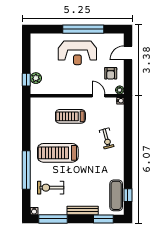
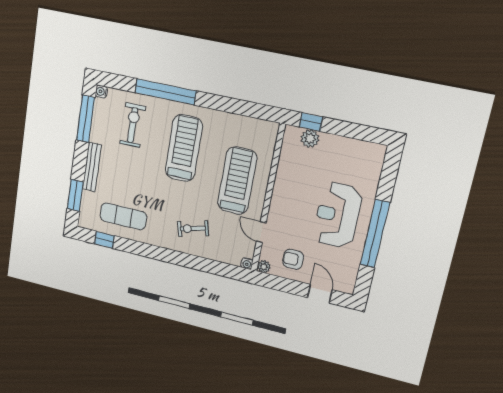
door: (99, 96) -> (261, 232), swing flipped
treadmill: (70, 116) -> (237, 181), width x1.37, depth x1.38
exercise mat: (116, 195) -> (123, 216), moved

